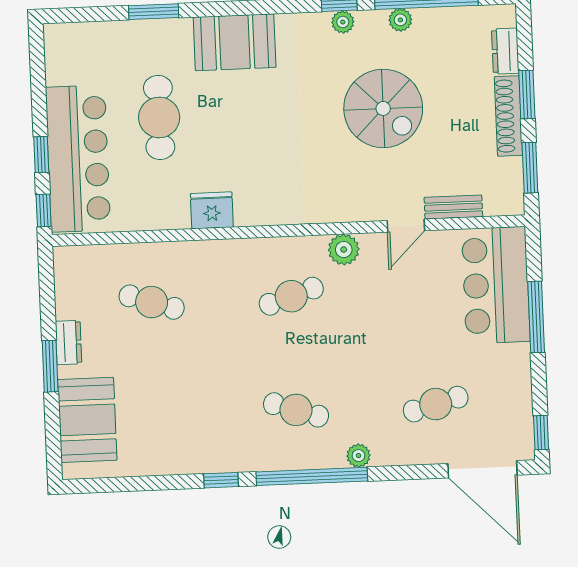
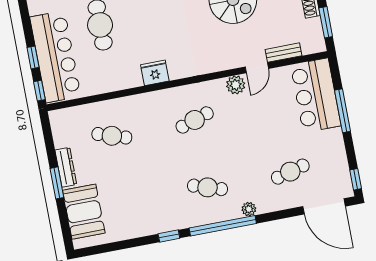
fridge: (212, 210) -> (155, 73), moved
plant: (344, 250) -> (236, 85), moved
dresser: (68, 342) -> (66, 167), width x1.44

